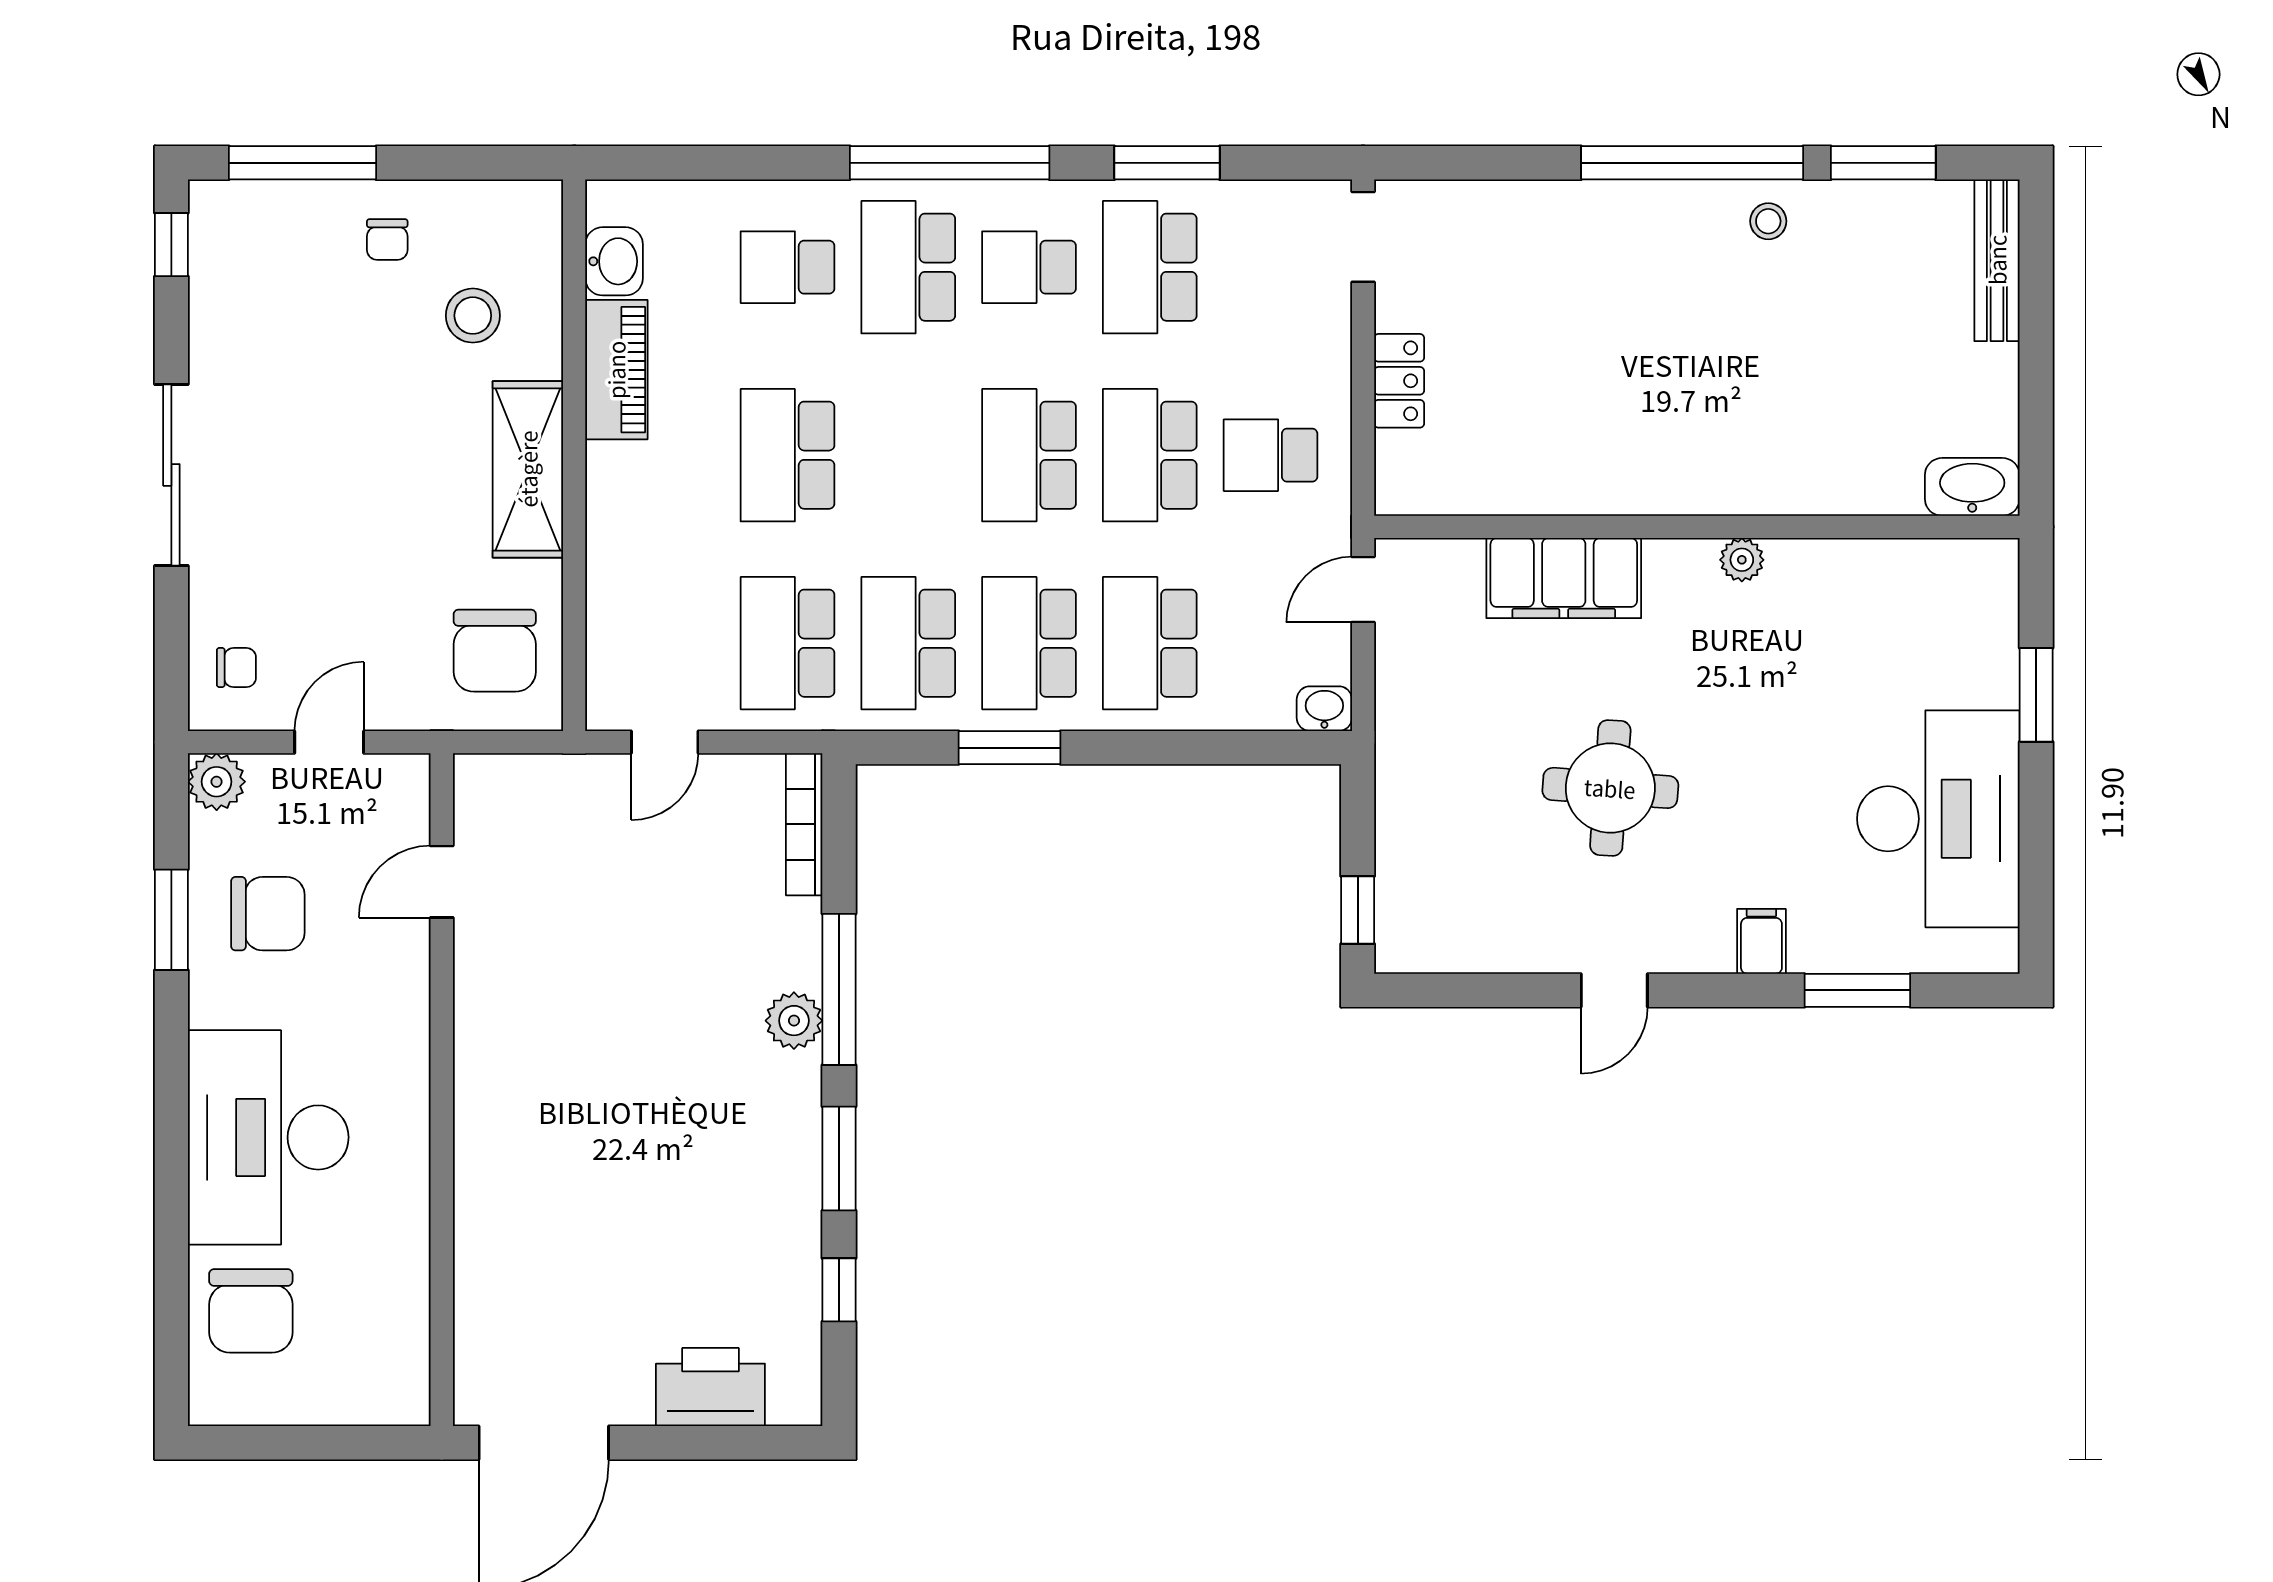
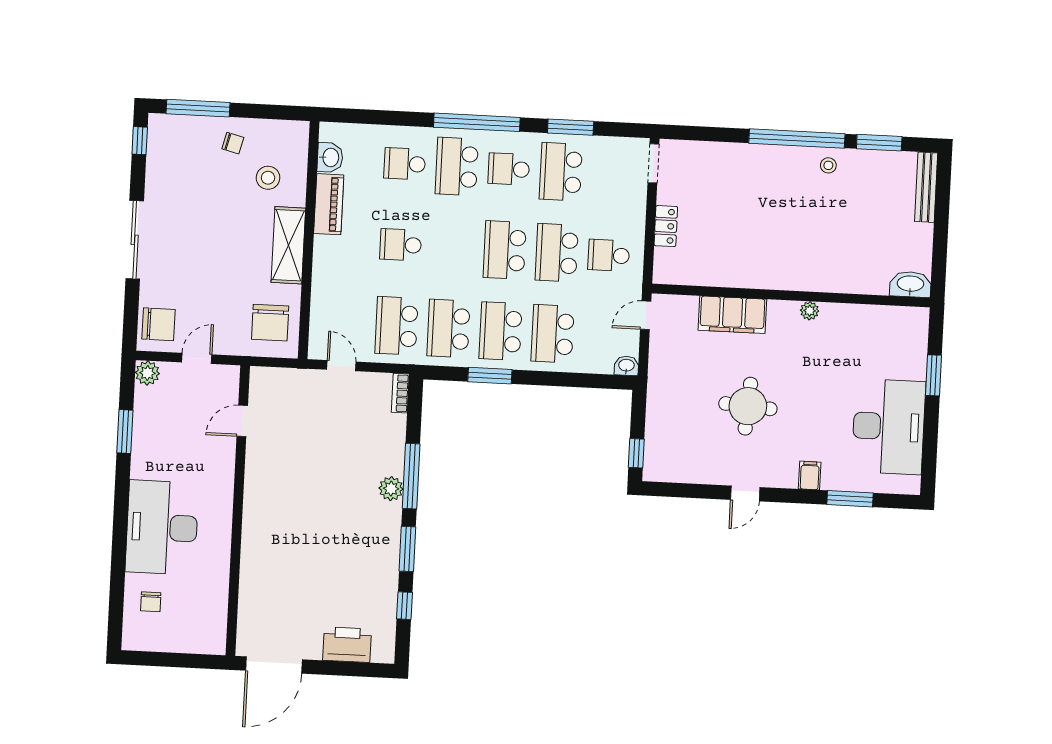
chair: (387, 240) -> (233, 143), turned -76
school desk: (787, 455) -> (401, 245), width x0.54
chair: (236, 668) -> (158, 324), width x1.87, depth x1.87
door: (665, 742) -> (341, 366), swing flipped
bookcase: (804, 824) -> (400, 393), width x0.64
chair: (268, 914) -> (167, 431), removed
chair: (251, 1311) -> (151, 602), width x0.54, depth x0.54

